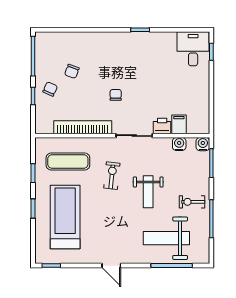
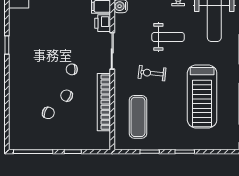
chair: (50, 89) -> (67, 96), moved
treadmill: (65, 217) -> (202, 96), moved, turned -90

